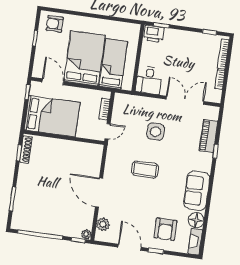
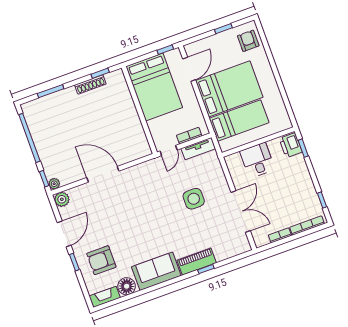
desk: (149, 80) -> (257, 160), moved, turned 90
tv unit: (118, 107) -> (198, 149), added
door: (108, 131) -> (169, 150), hinge flipped
piano: (208, 136) -> (197, 261), moved
shoe rack: (26, 149) -> (90, 84), moved
coffee table: (145, 170) -> (150, 208), removed
door: (99, 192) -> (103, 174), hinge flipped
plant: (103, 224) -> (62, 199), moved

